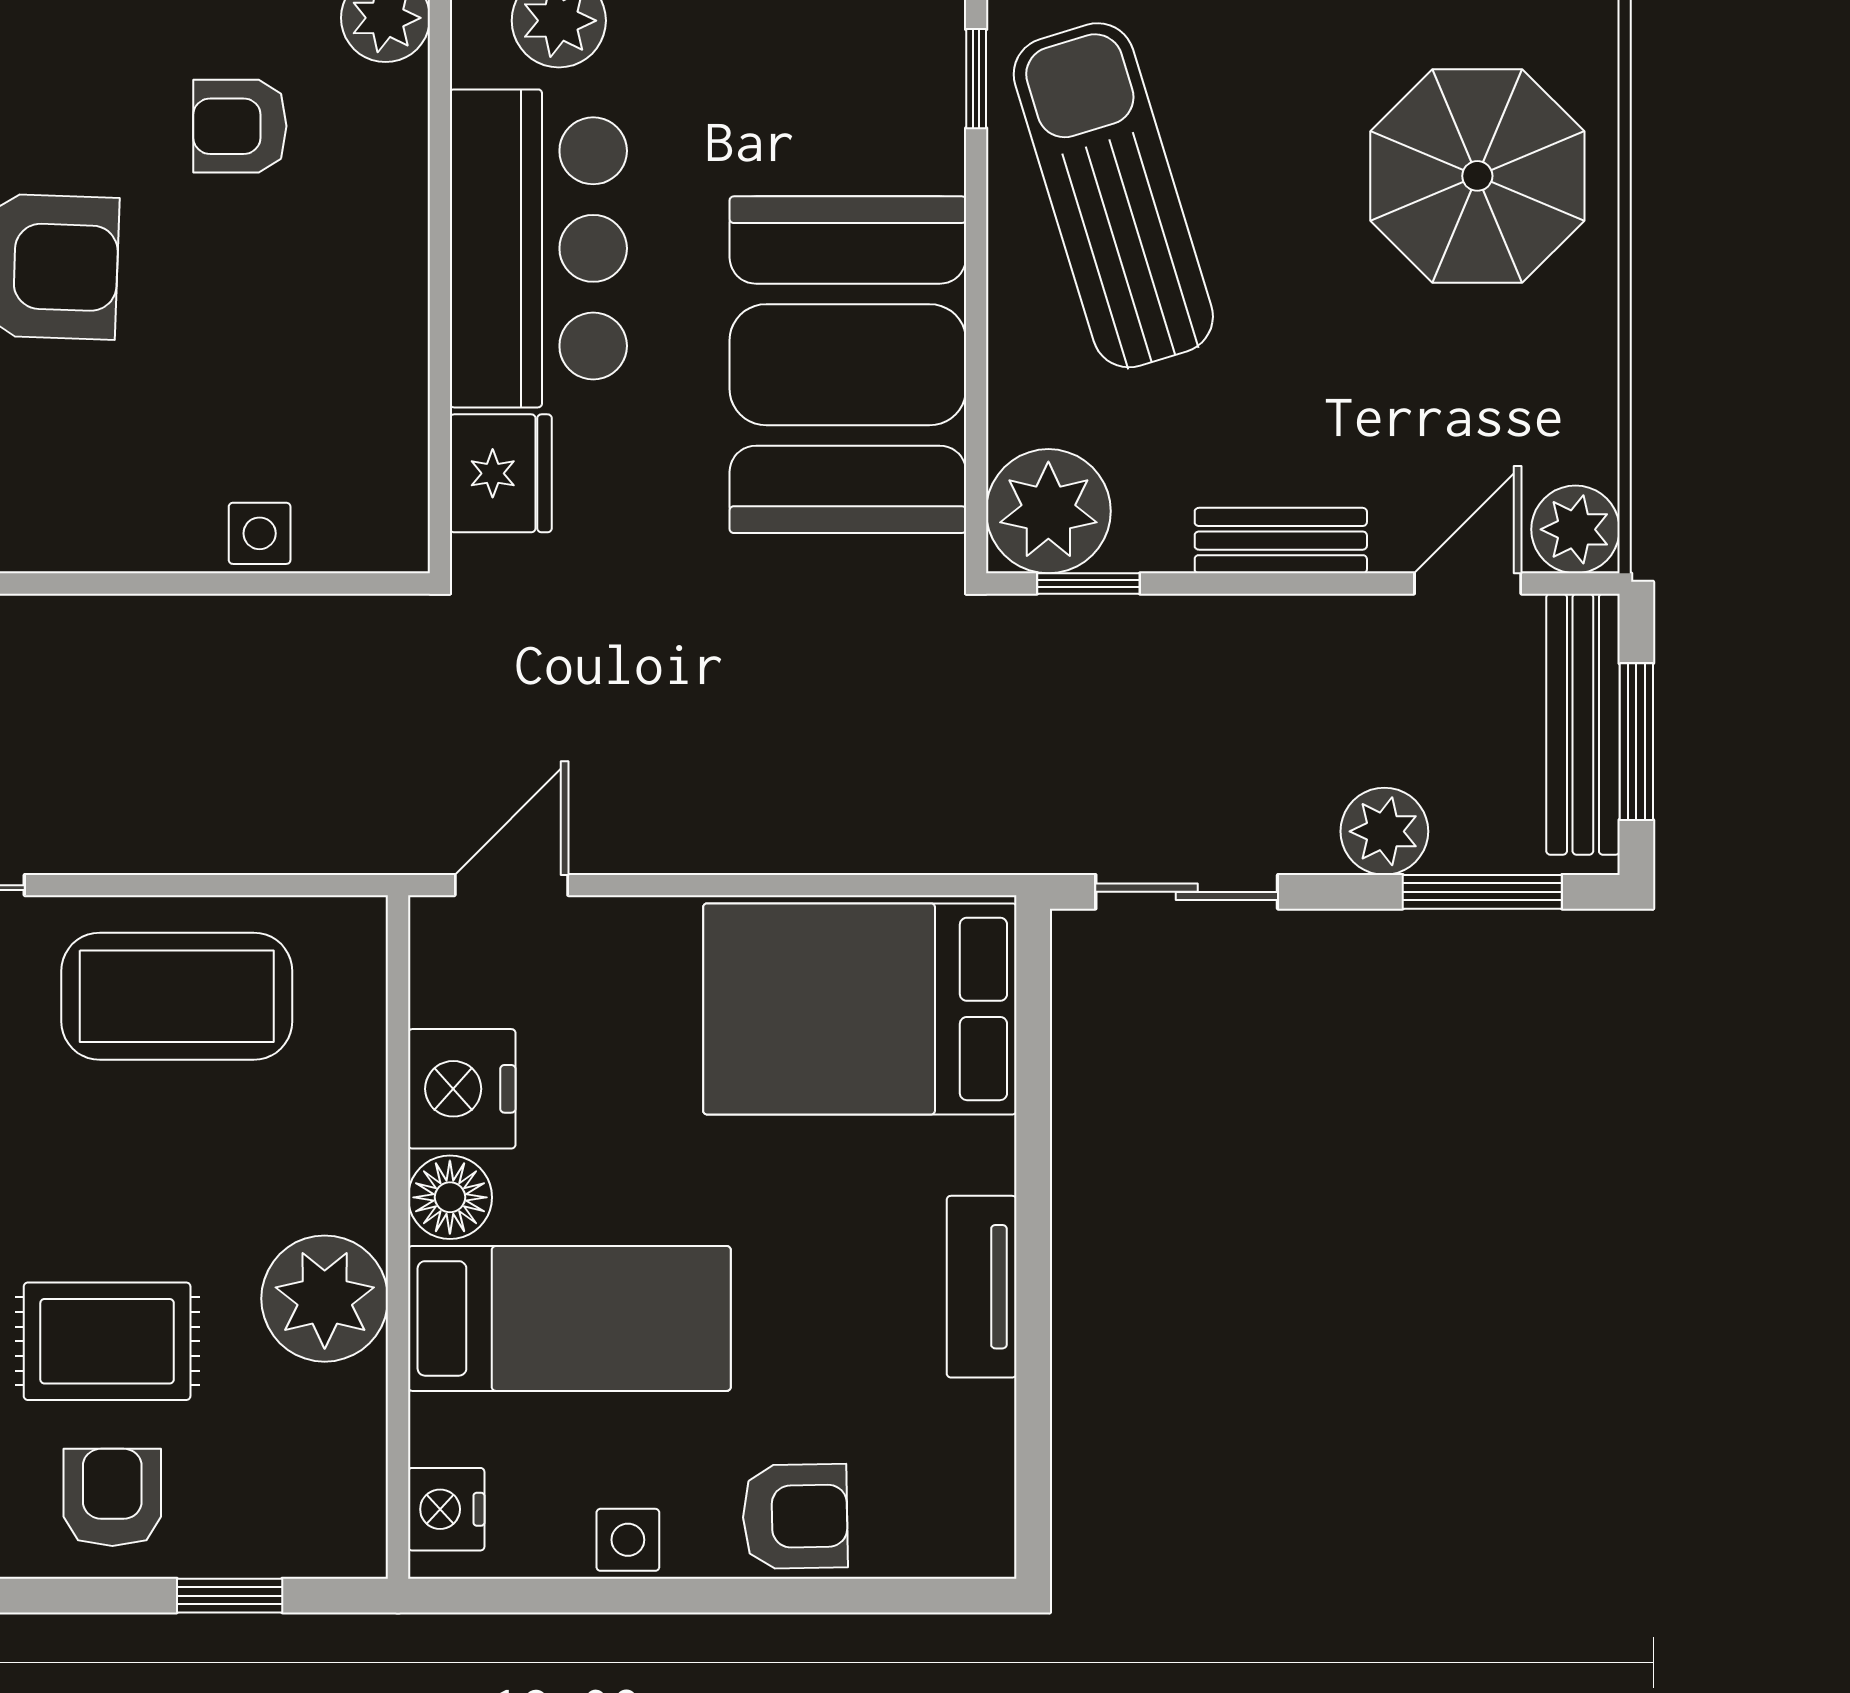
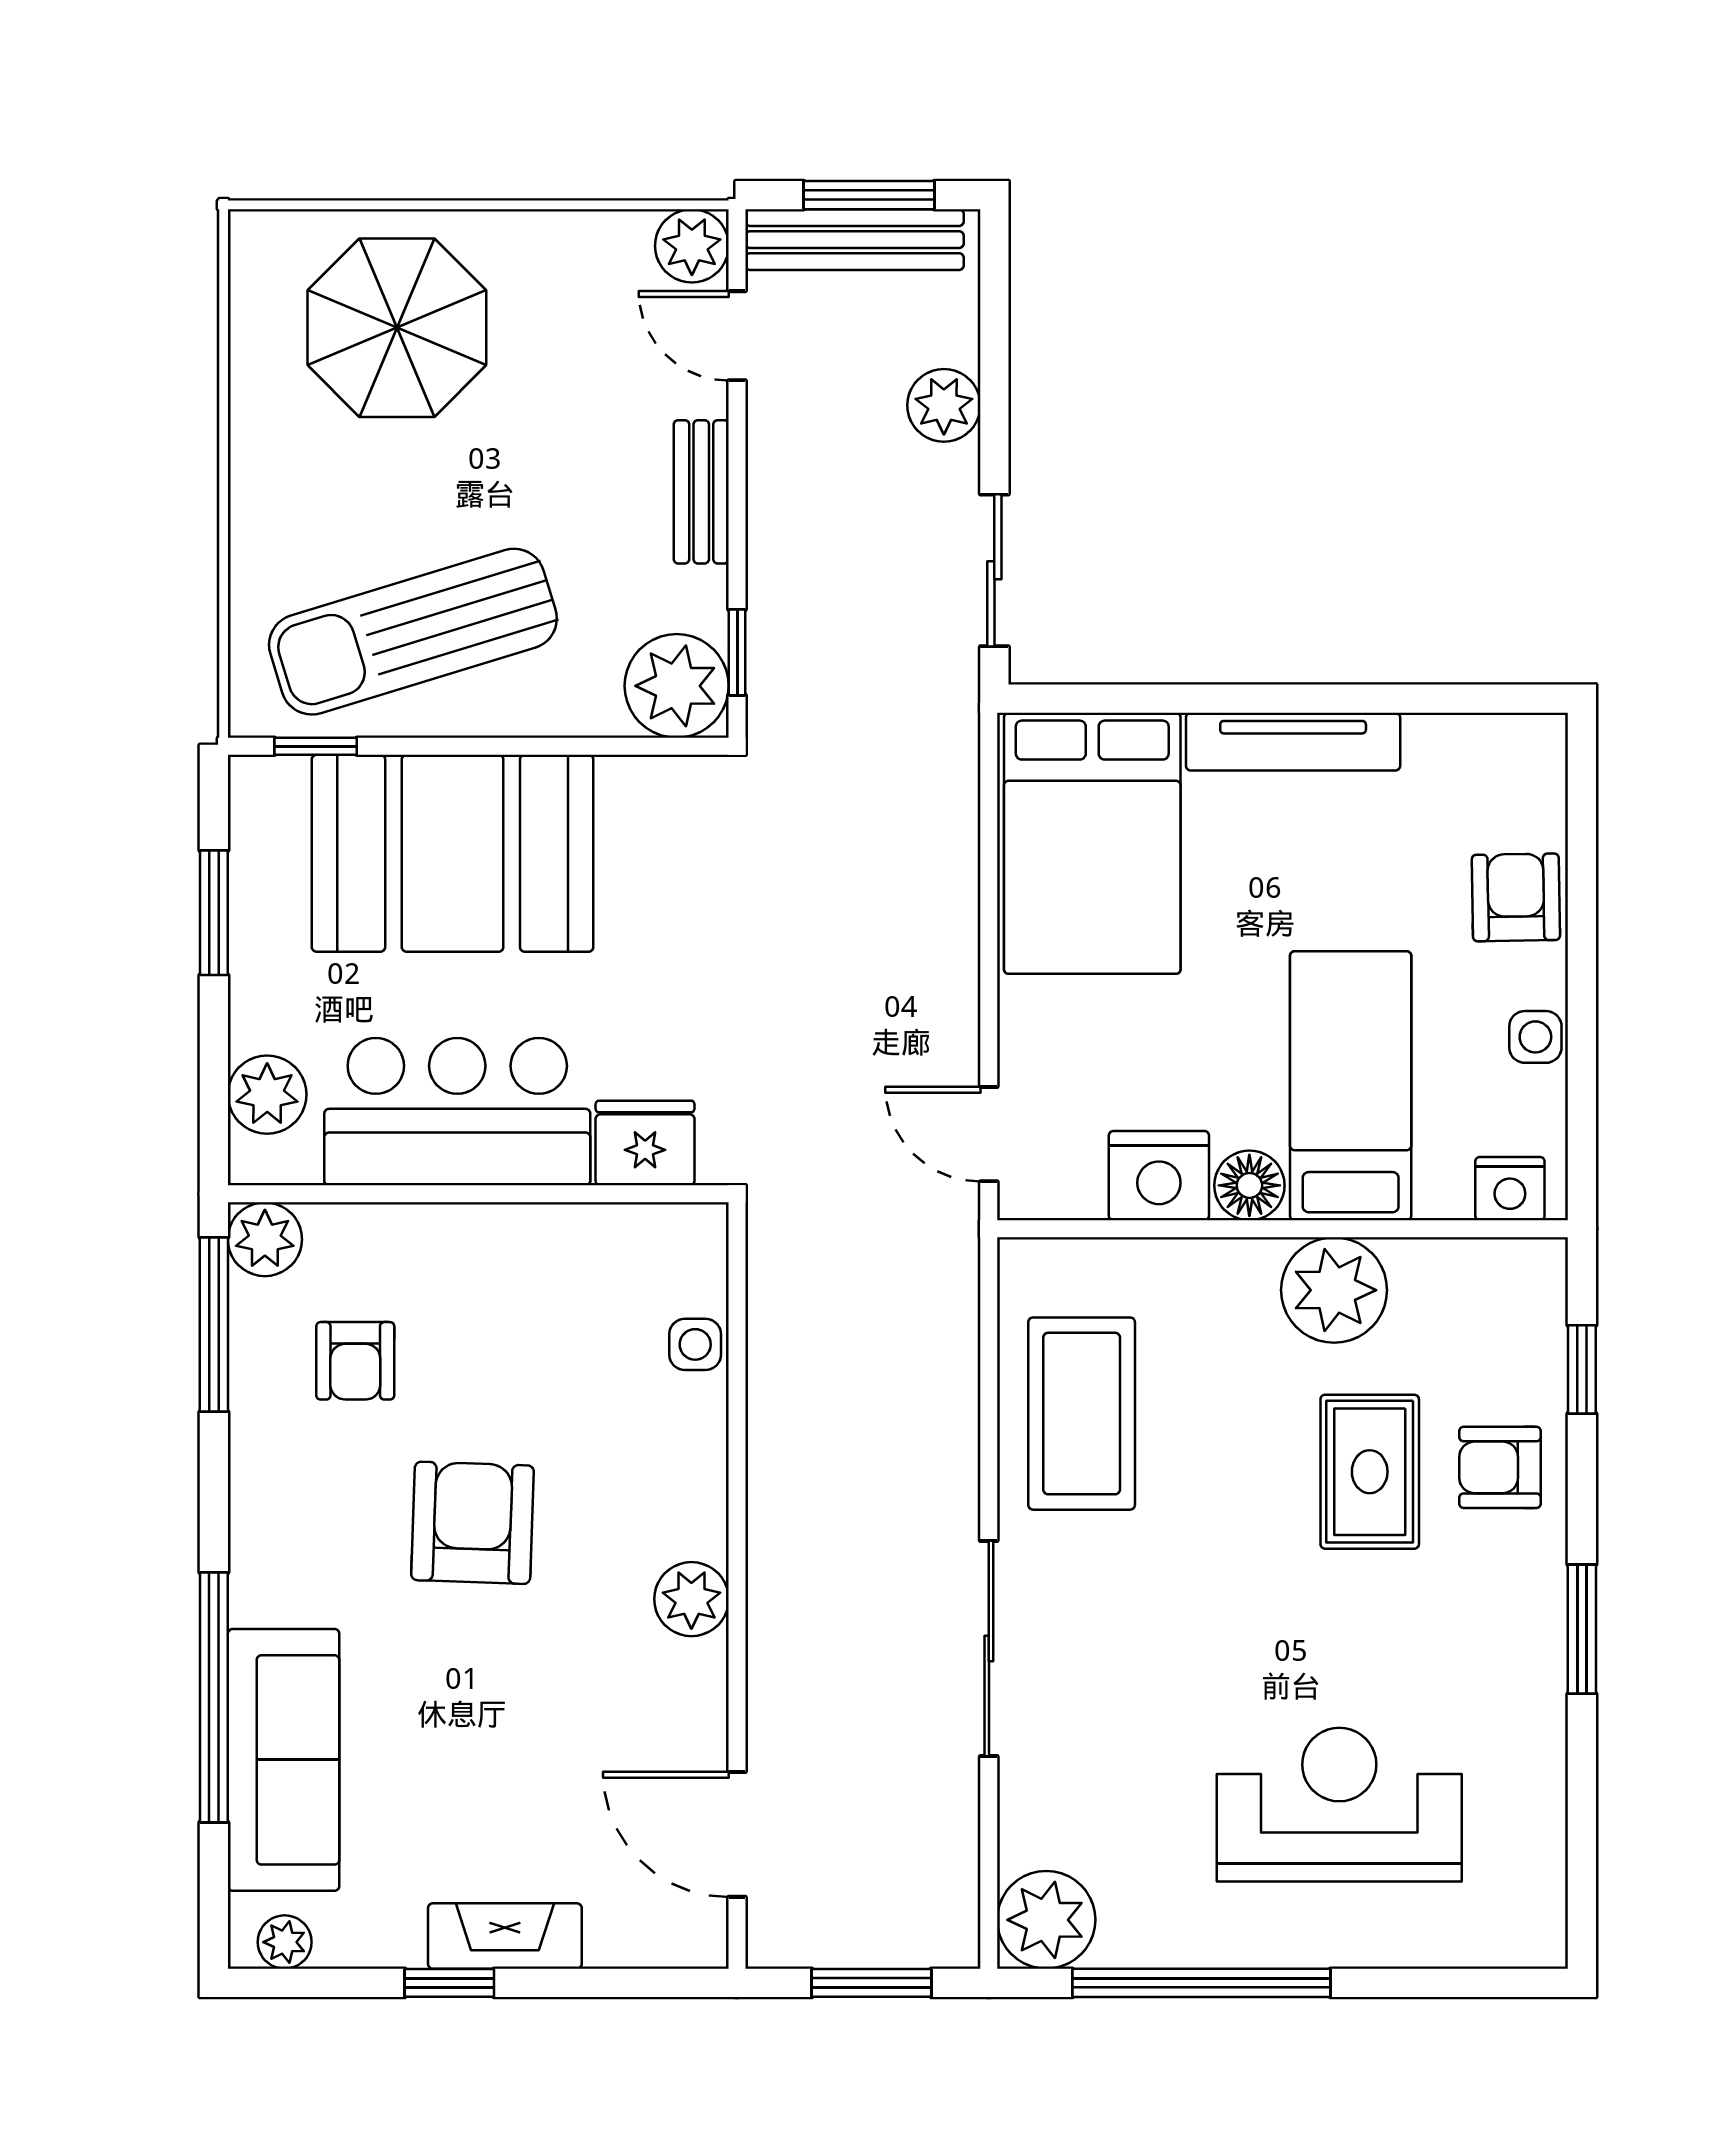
booth: (848, 365) -> (453, 853), moved
window: (1482, 892) -> (994, 324), removed
tv unit: (982, 1287) -> (1293, 742), width x1.41

